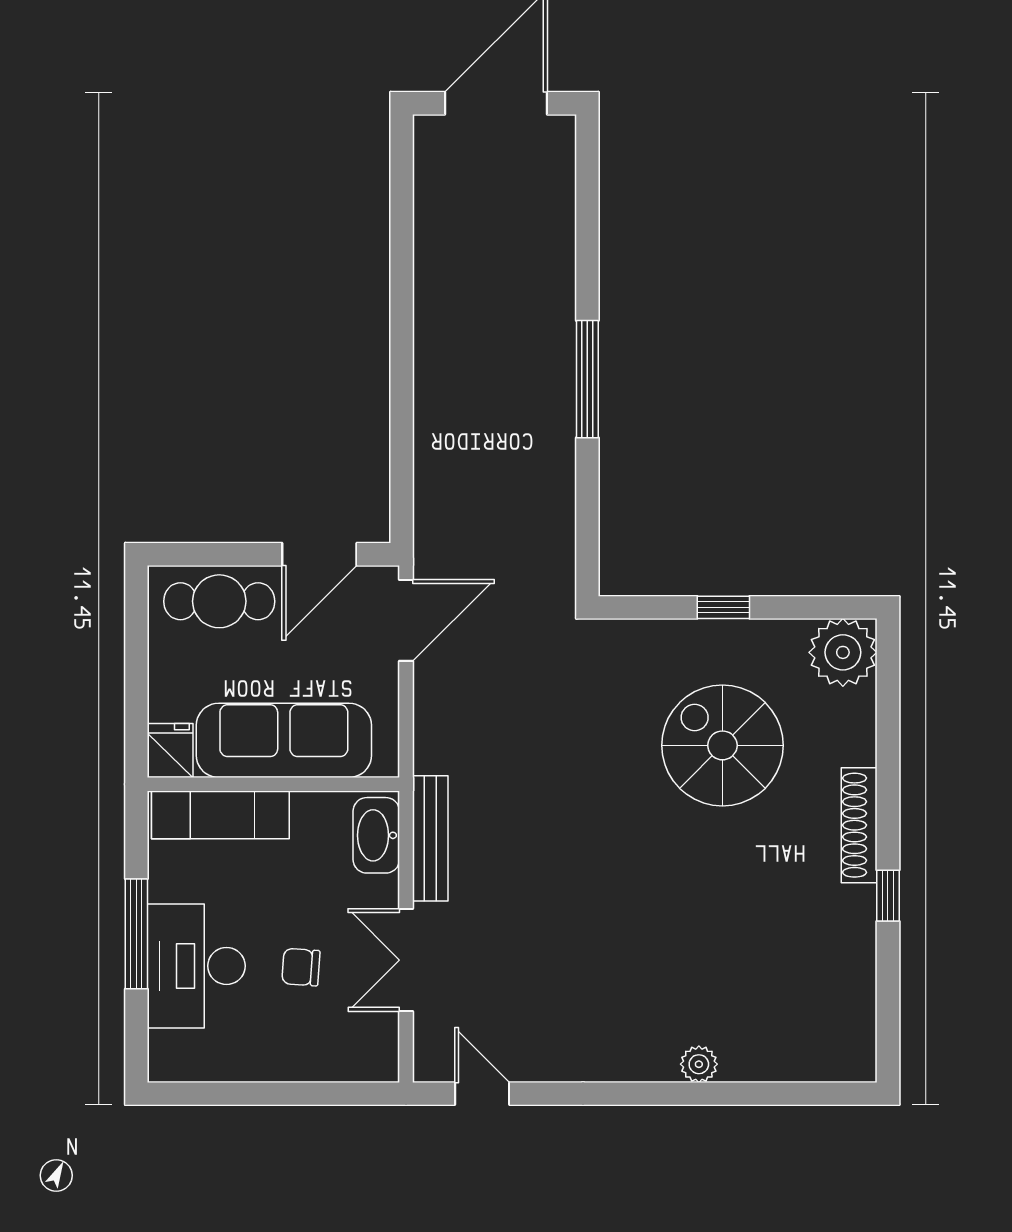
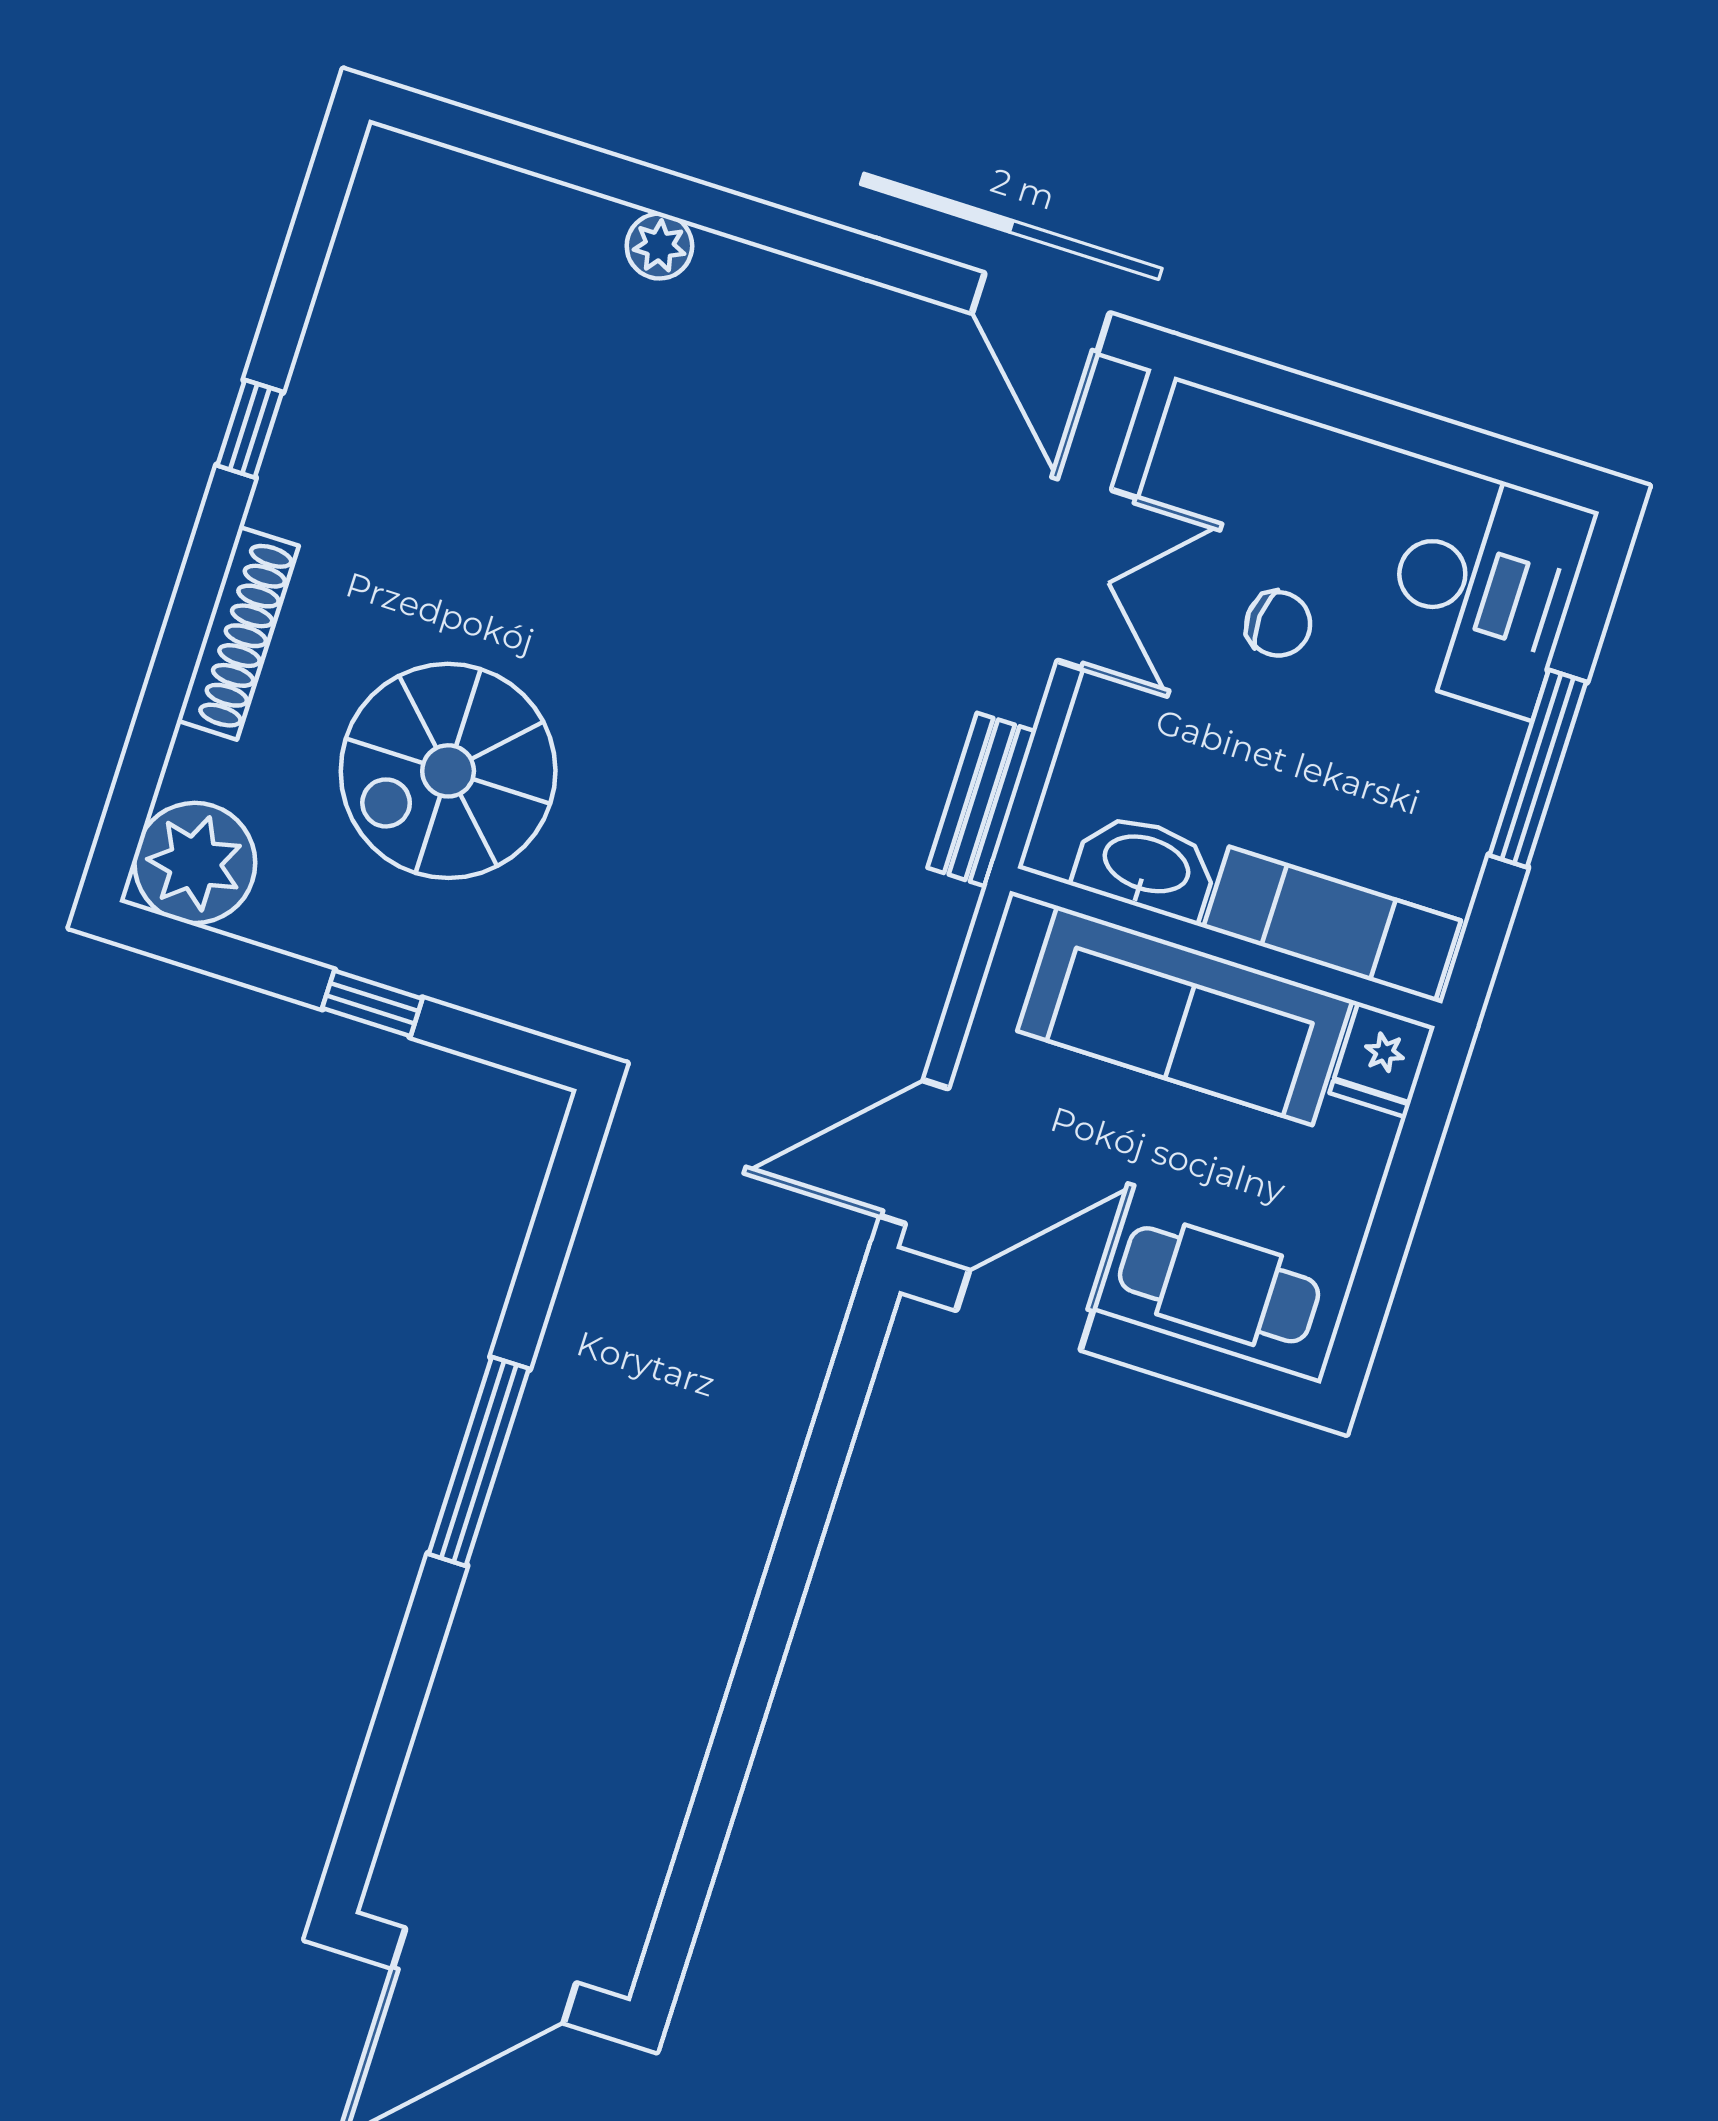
spiral stairs: (722, 745) -> (448, 771), turned 90
shoe rack: (859, 825) -> (238, 633), moved
washbasin: (376, 835) -> (1146, 866), moved, turned -90
bench: (430, 838) -> (982, 800), width x0.73
desk: (196, 966) -> (1483, 590), moved
door: (482, 1094) -> (1041, 313), width x1.38

